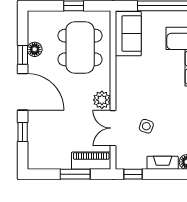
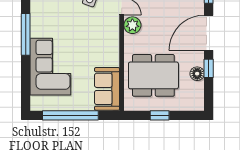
dining table: (80, 48) -> (153, 75), turned 90
door: (23, 92) -> (209, 33), hinge flipped

